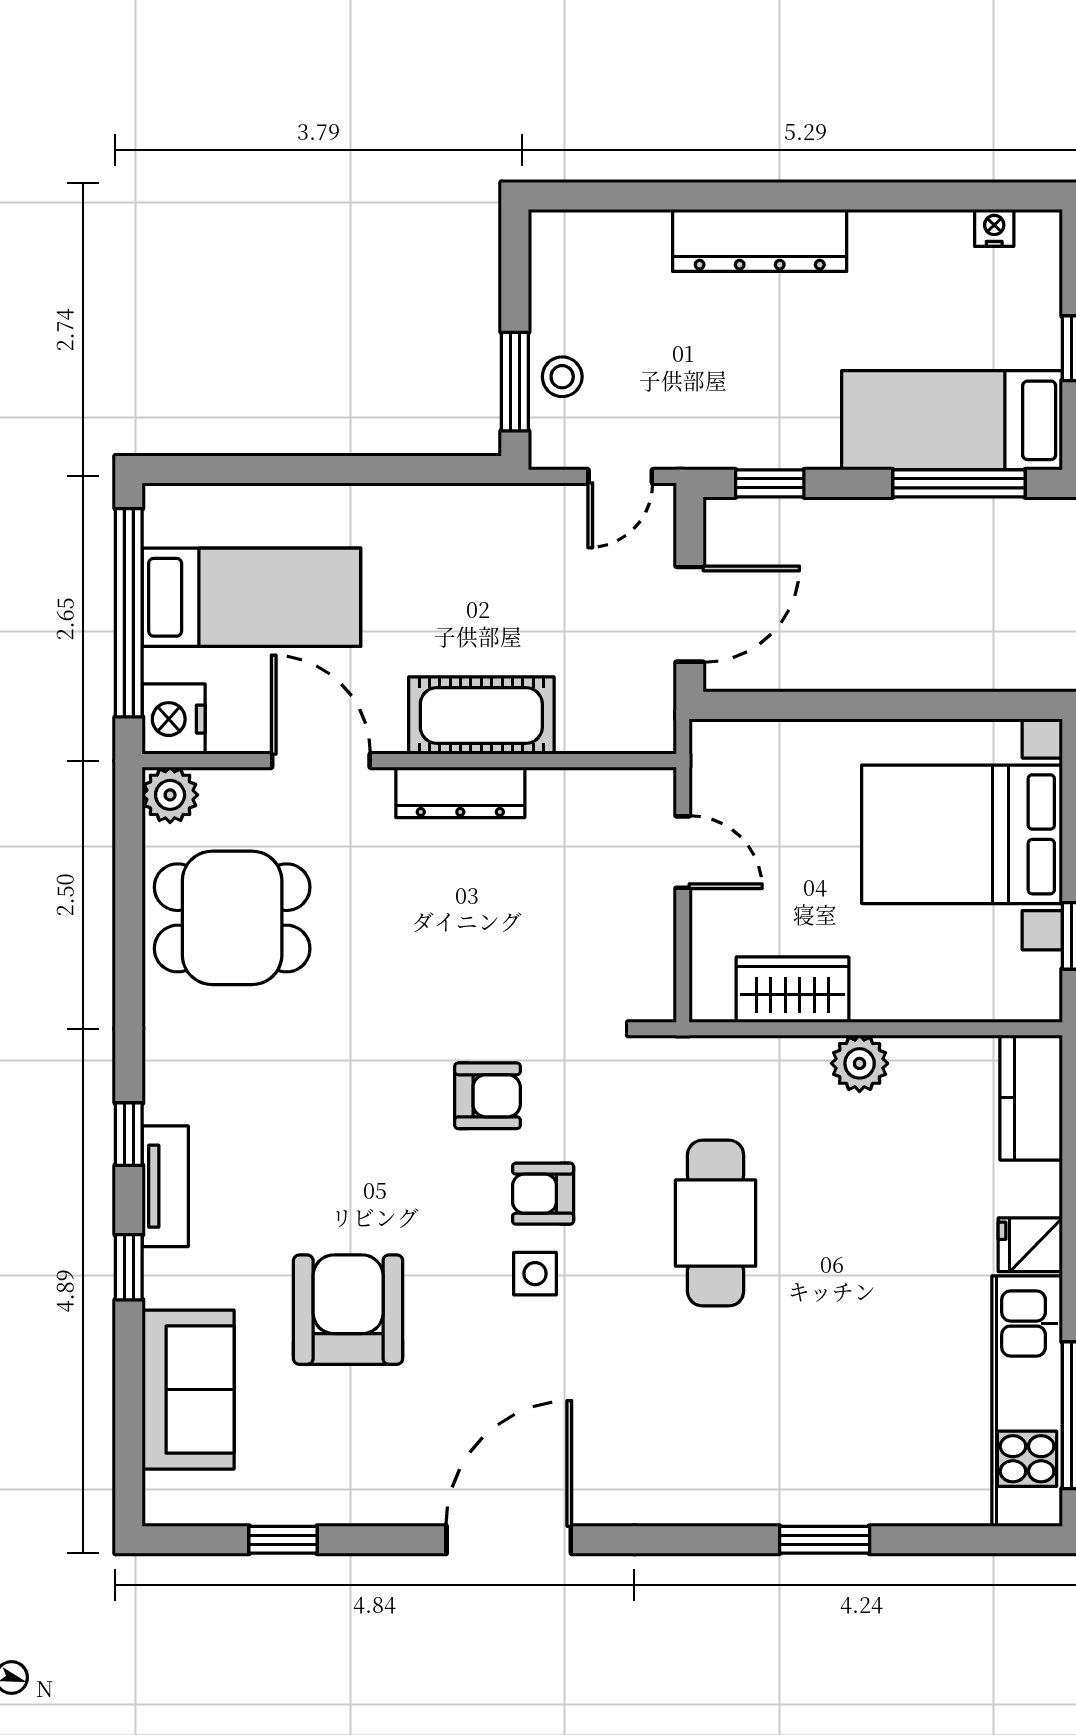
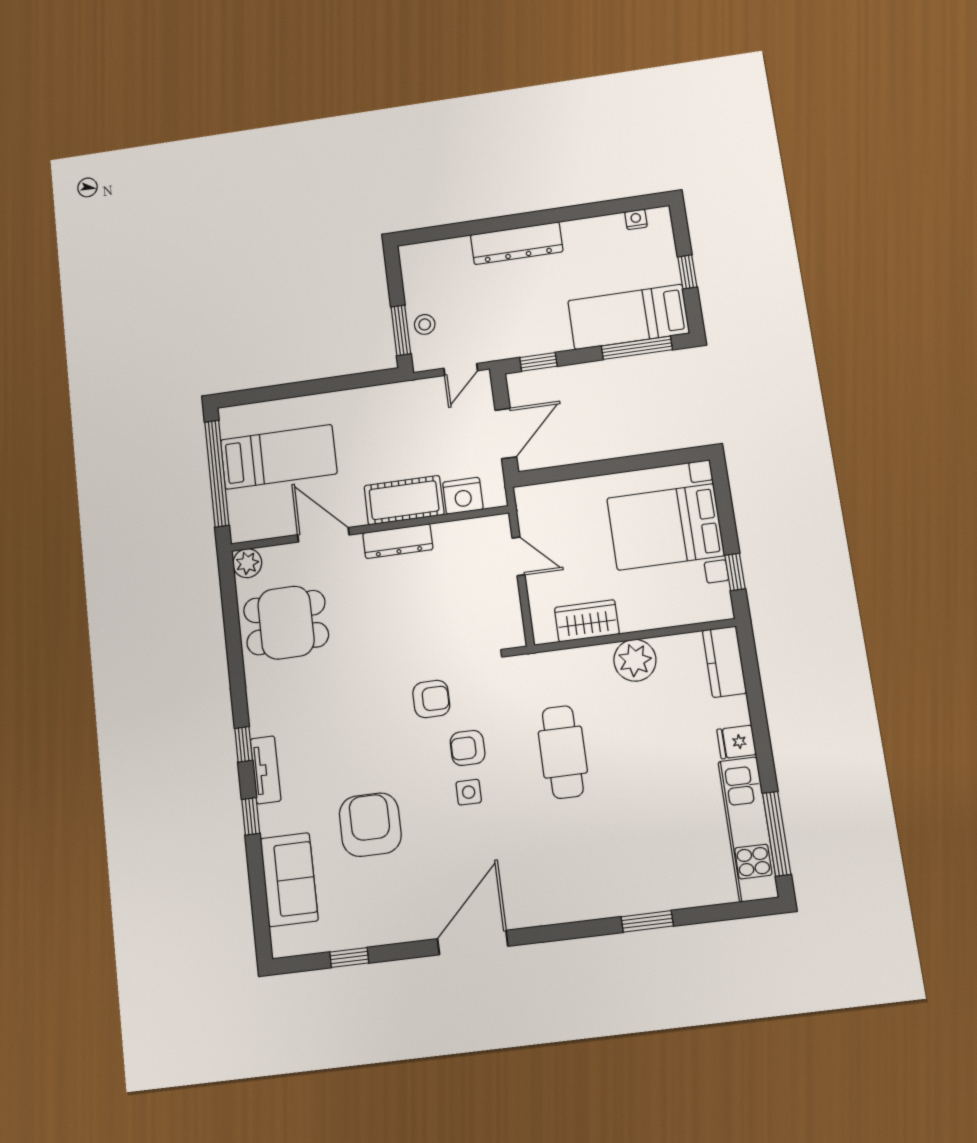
nightstand: (174, 719) -> (463, 496), moved, turned -90
plant: (860, 1063) -> (635, 660), width x1.36, depth x1.36

